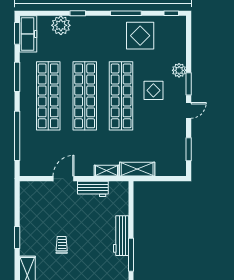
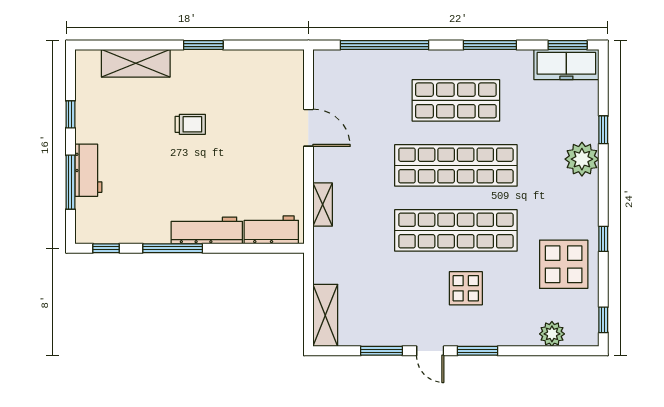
window: (78, 13) -> (603, 130), moved
window: (126, 13) -> (603, 239), width x0.46
plant: (61, 25) -> (582, 159), moved
plant: (179, 70) -> (552, 334), moved
shop shelf: (48, 96) -> (456, 100), width x0.71
window: (189, 149) -> (382, 351), moved
shelving: (137, 169) -> (325, 315), moved
workbench: (93, 189) -> (271, 230), moved, turned 90

